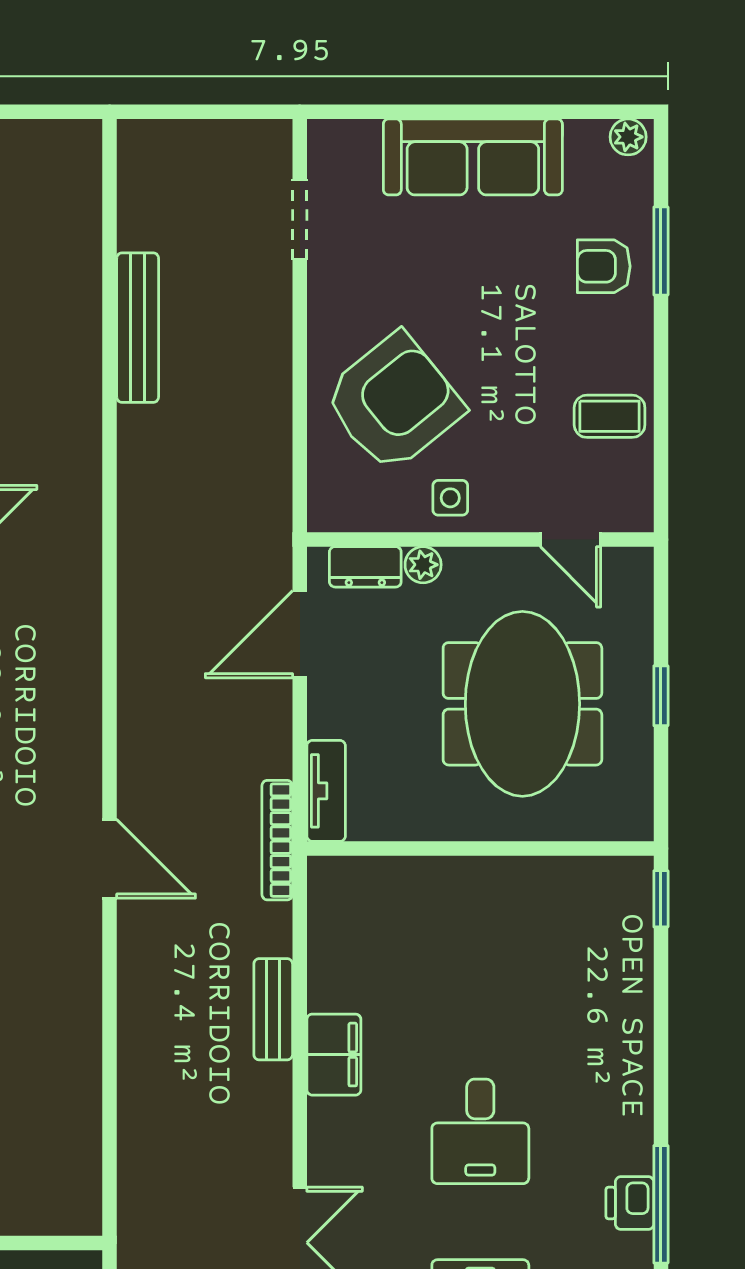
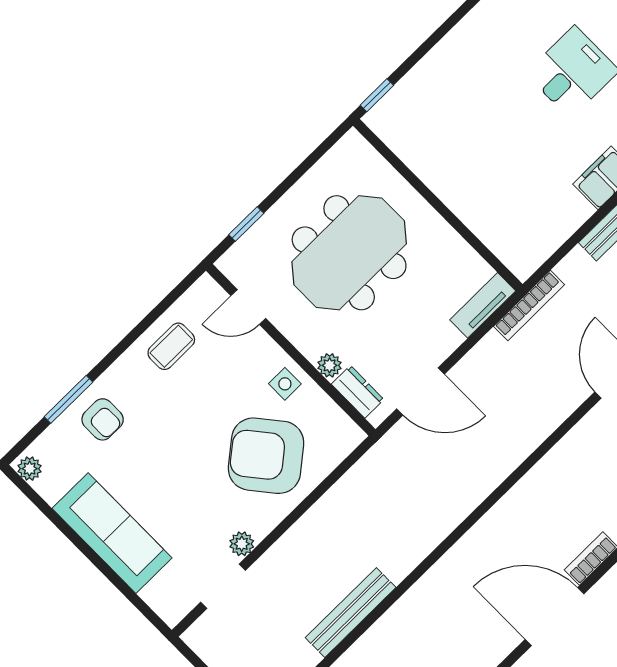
plant: (325, 284) -> (242, 544), added
coffee table: (610, 416) -> (171, 346), turned 90
door: (570, 540) -> (248, 307), swing flipped
window: (661, 696) -> (246, 224), moved

